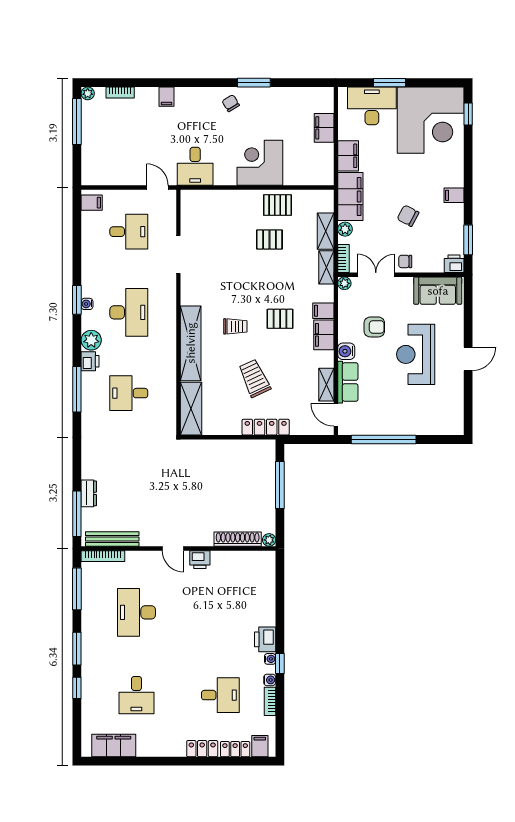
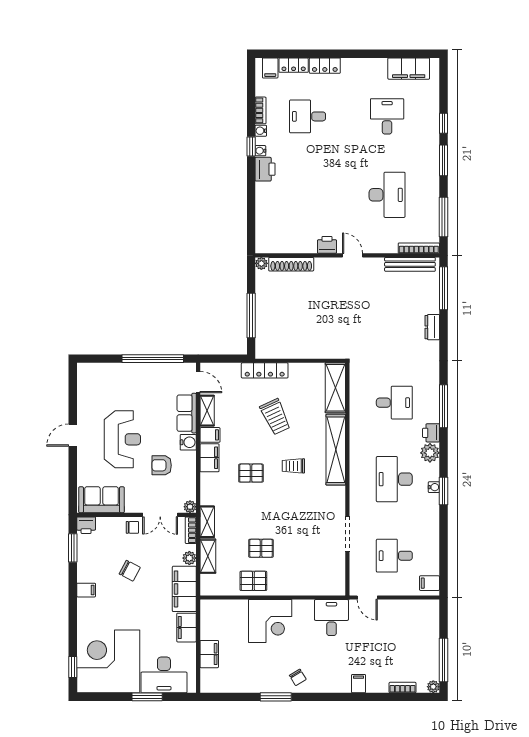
filing cabinet: (323, 311) -> (210, 435), moved
dresser: (89, 493) -> (432, 327), moved

